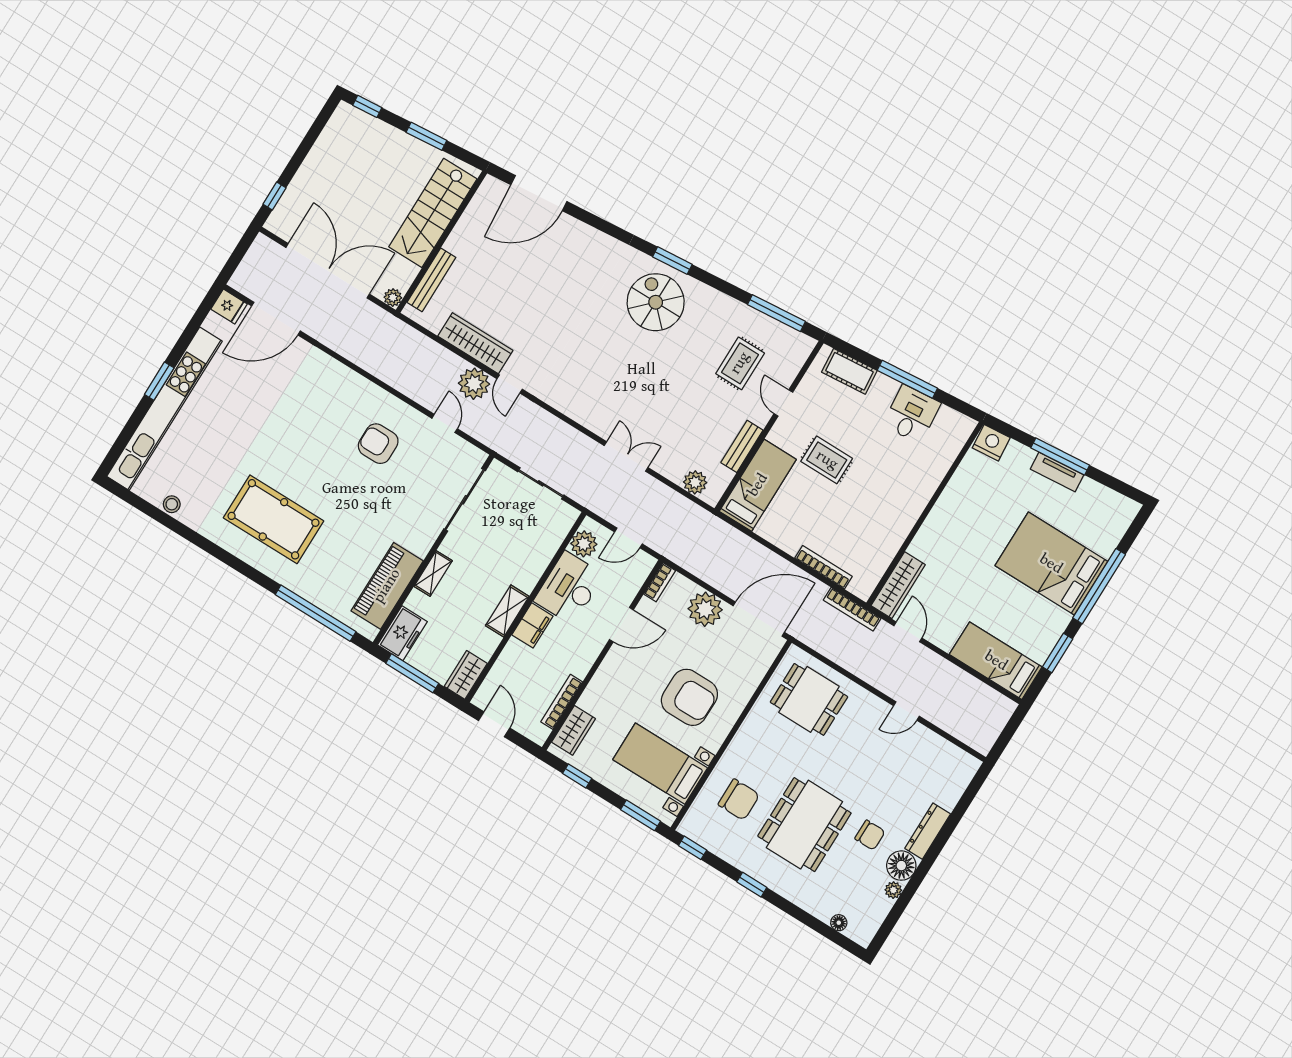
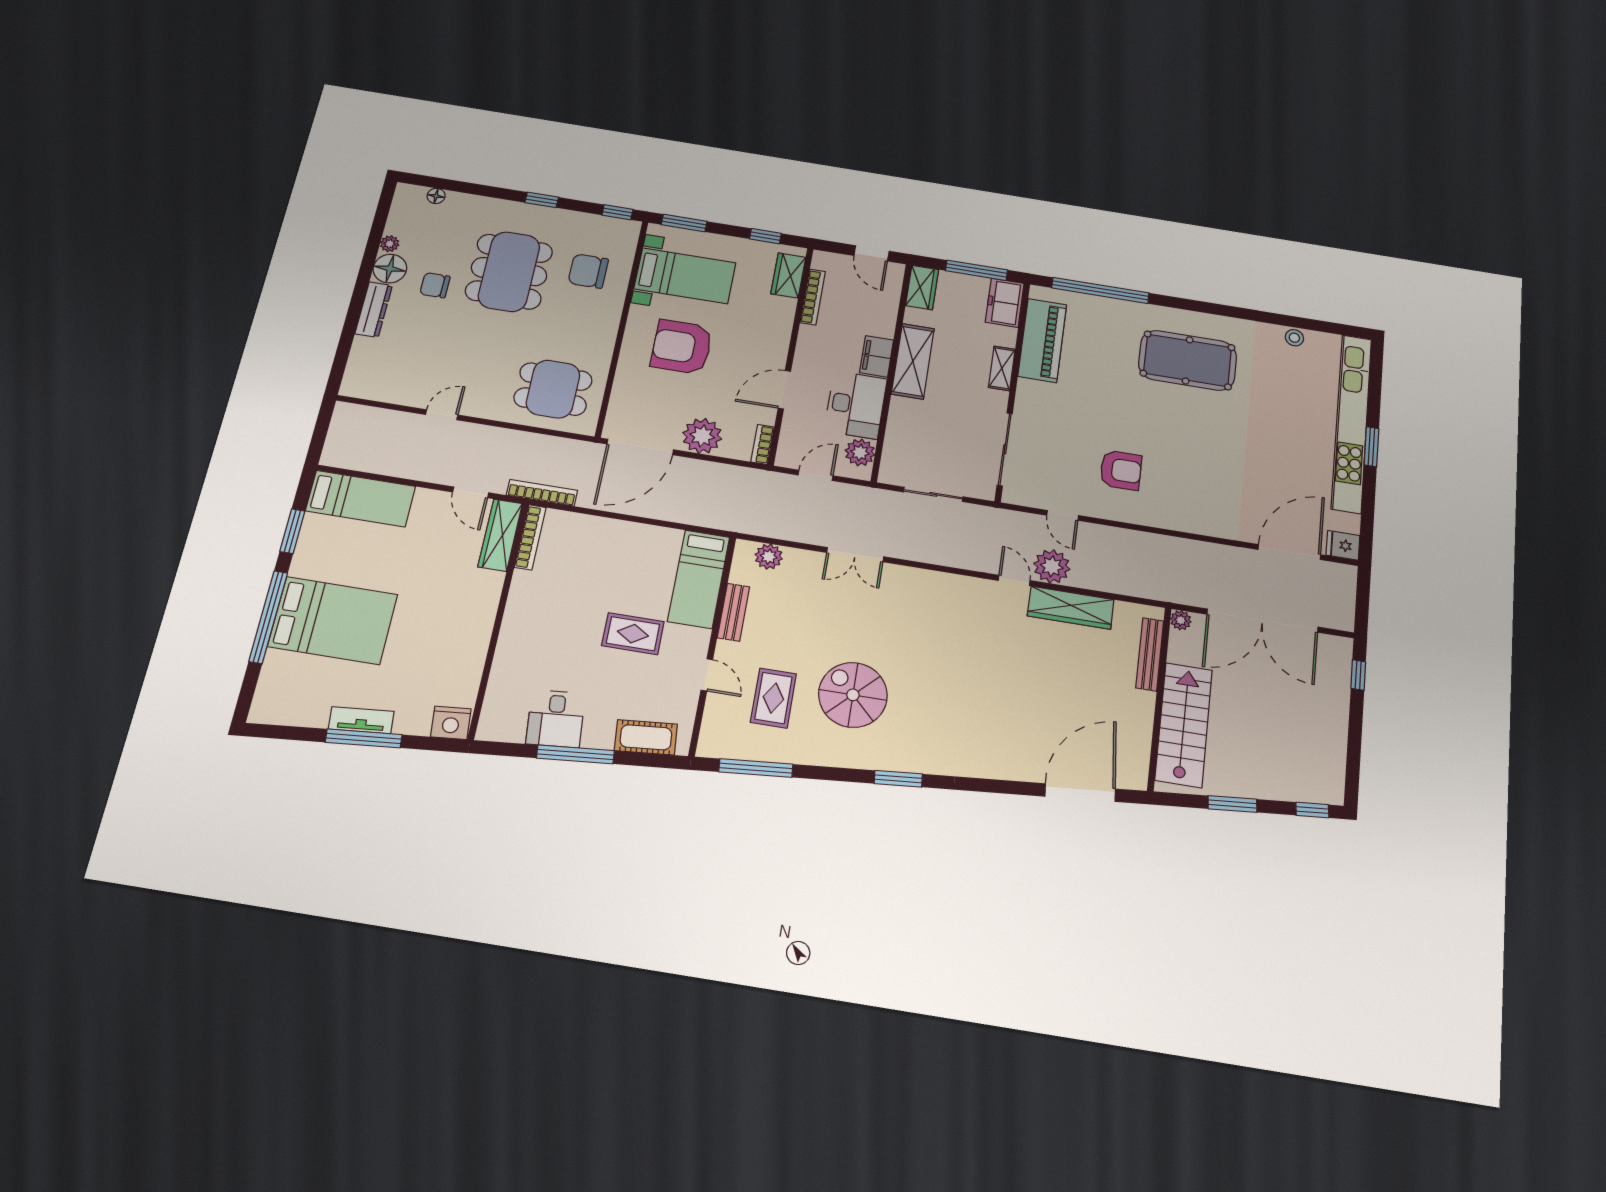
spiral stairs: (656, 302) -> (853, 695), moved, turned 180
bookcase: (823, 567) -> (530, 537), moved, turned -90
shelving: (507, 611) -> (913, 361), width x1.50, depth x1.33

